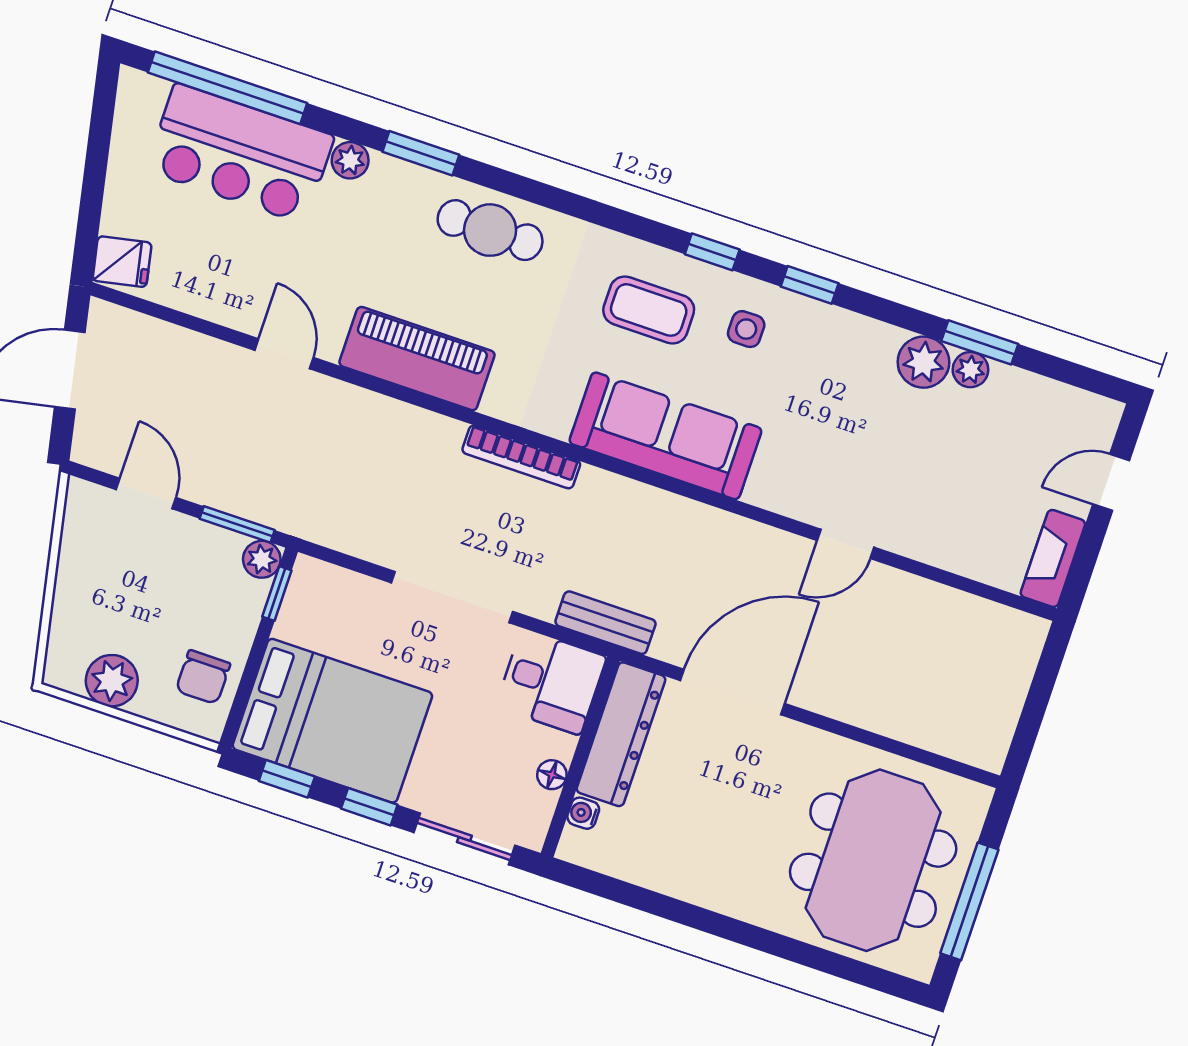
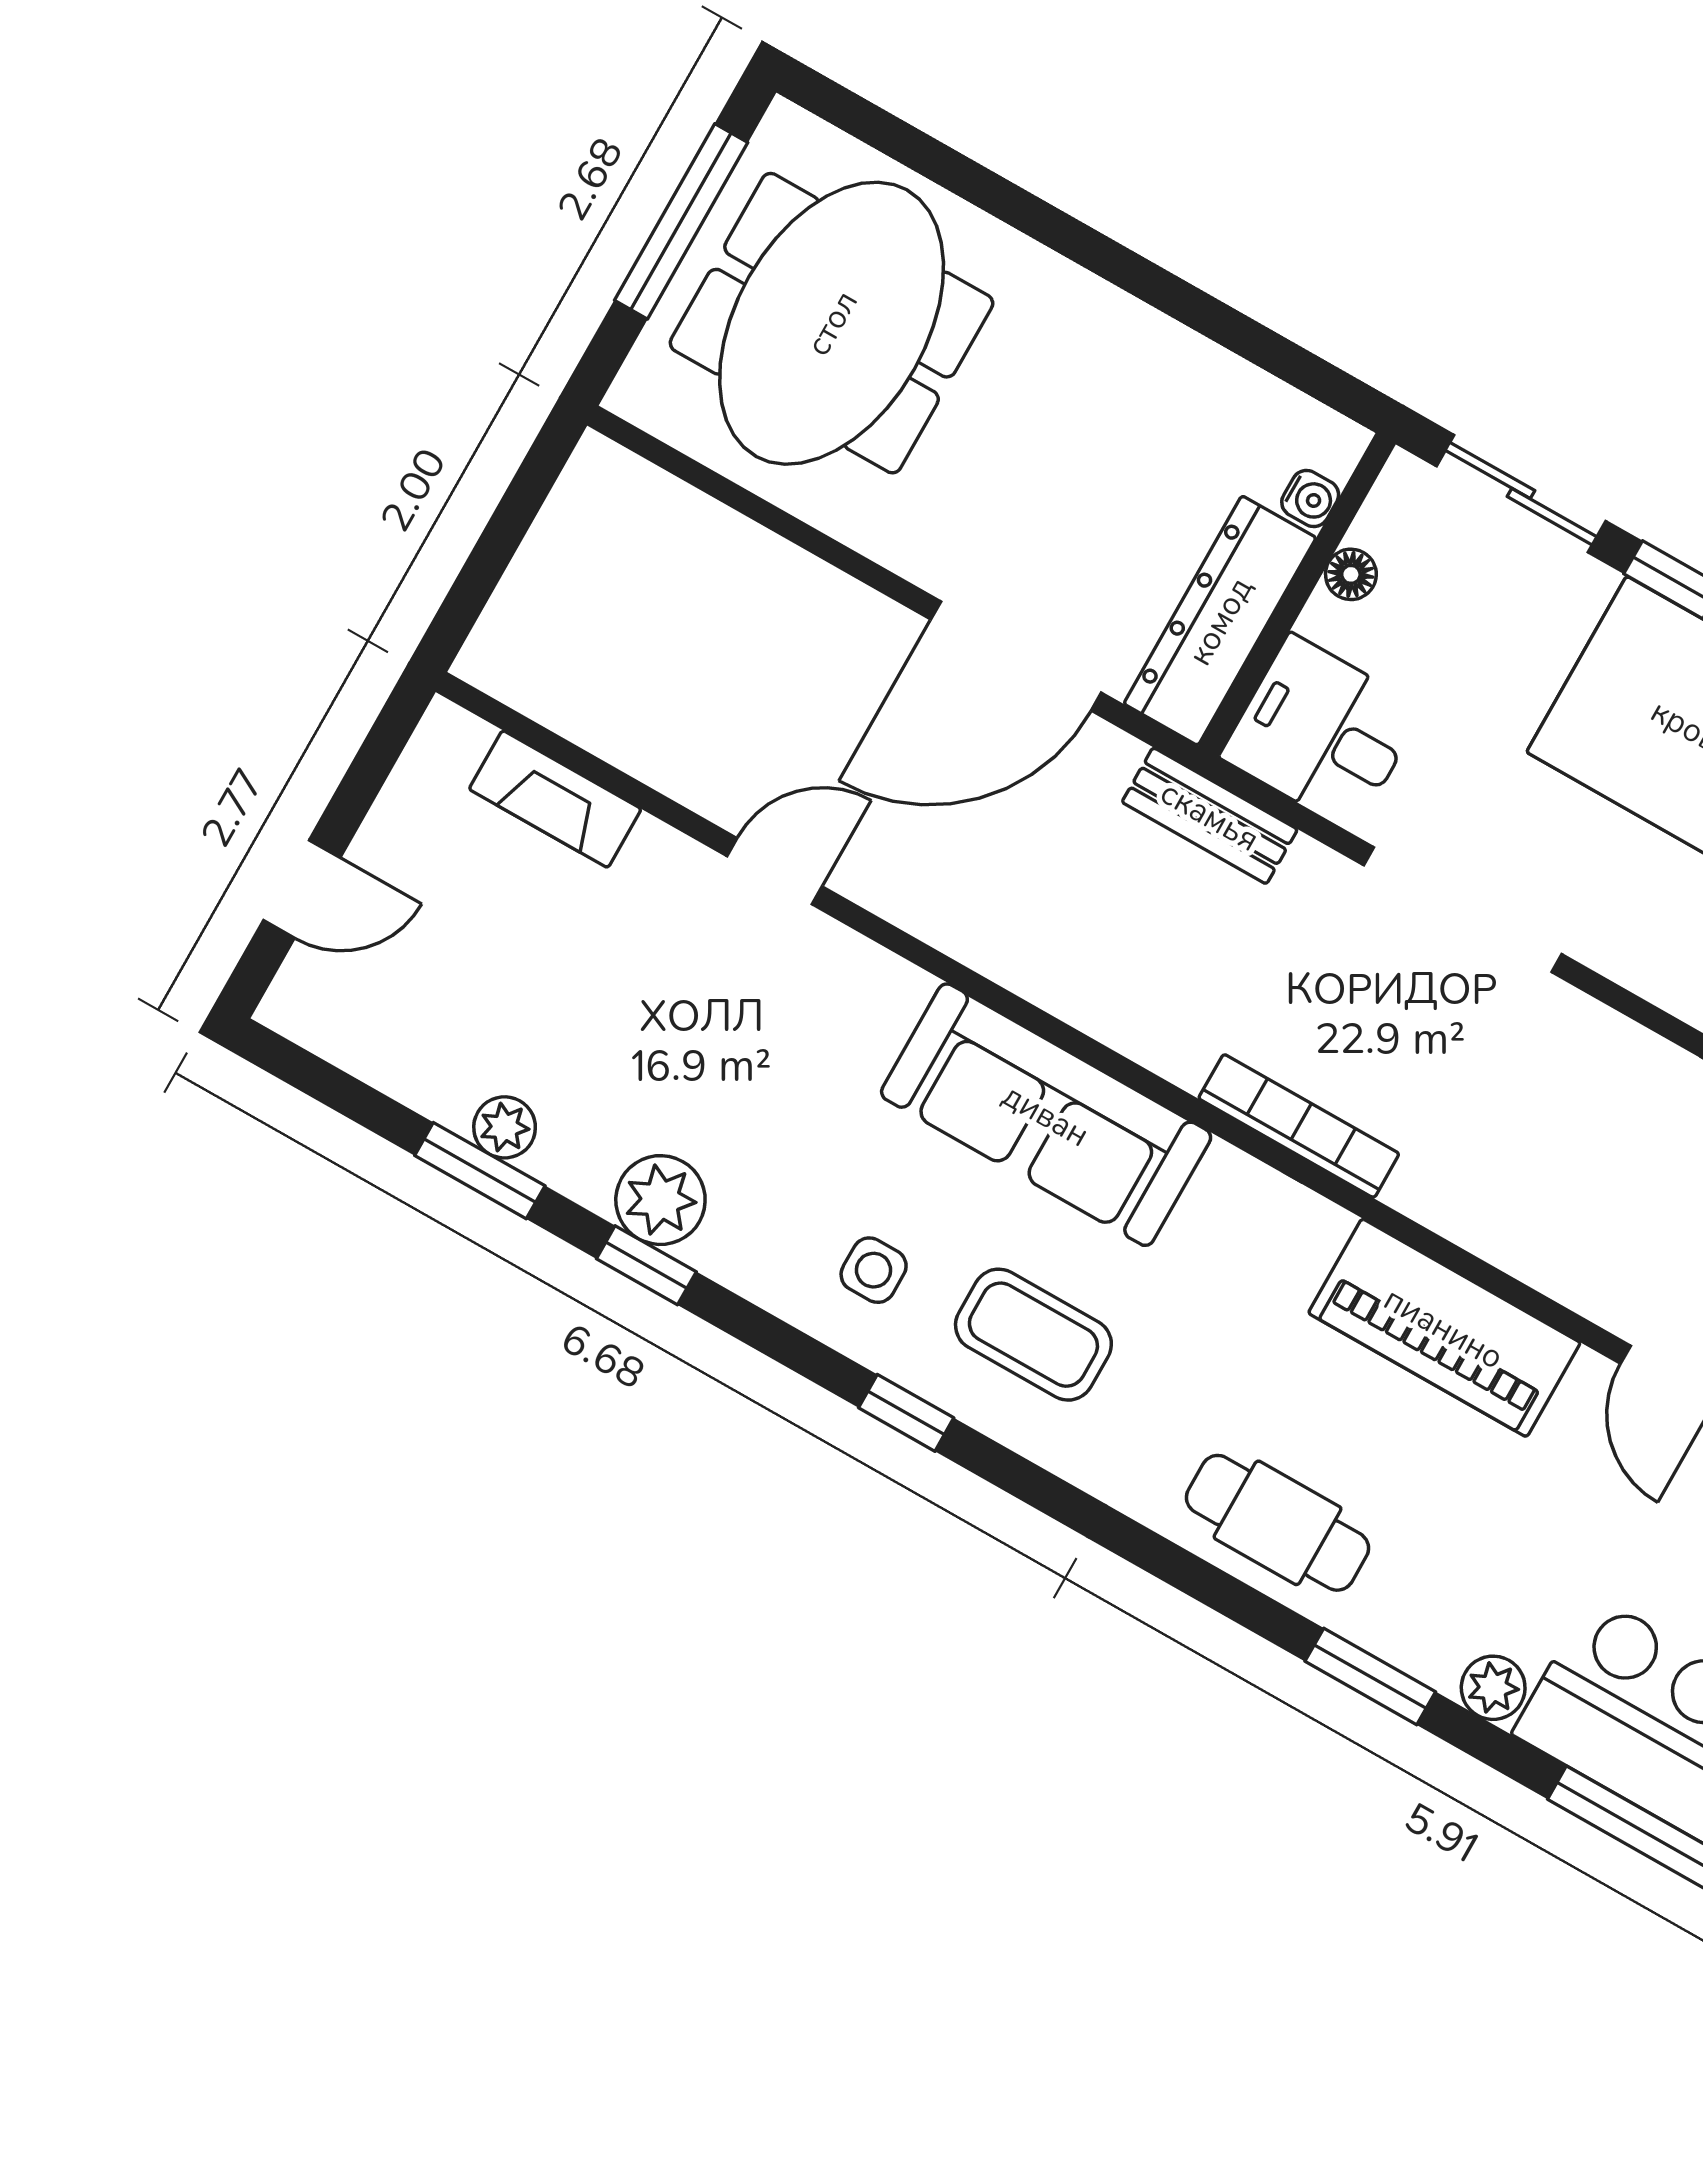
window: (810, 285) -> (646, 1265), moved
plant: (923, 362) -> (660, 1200), moved
fireplace: (1053, 558) -> (555, 799), moved, turned 90

